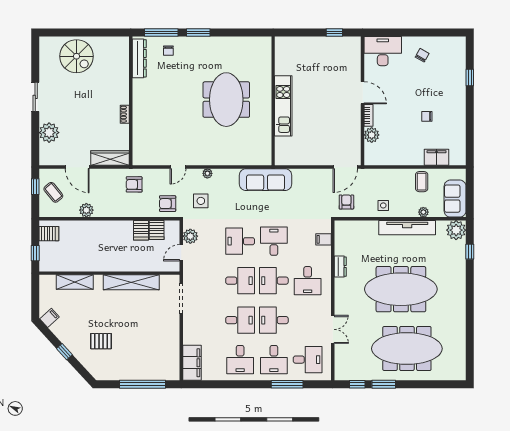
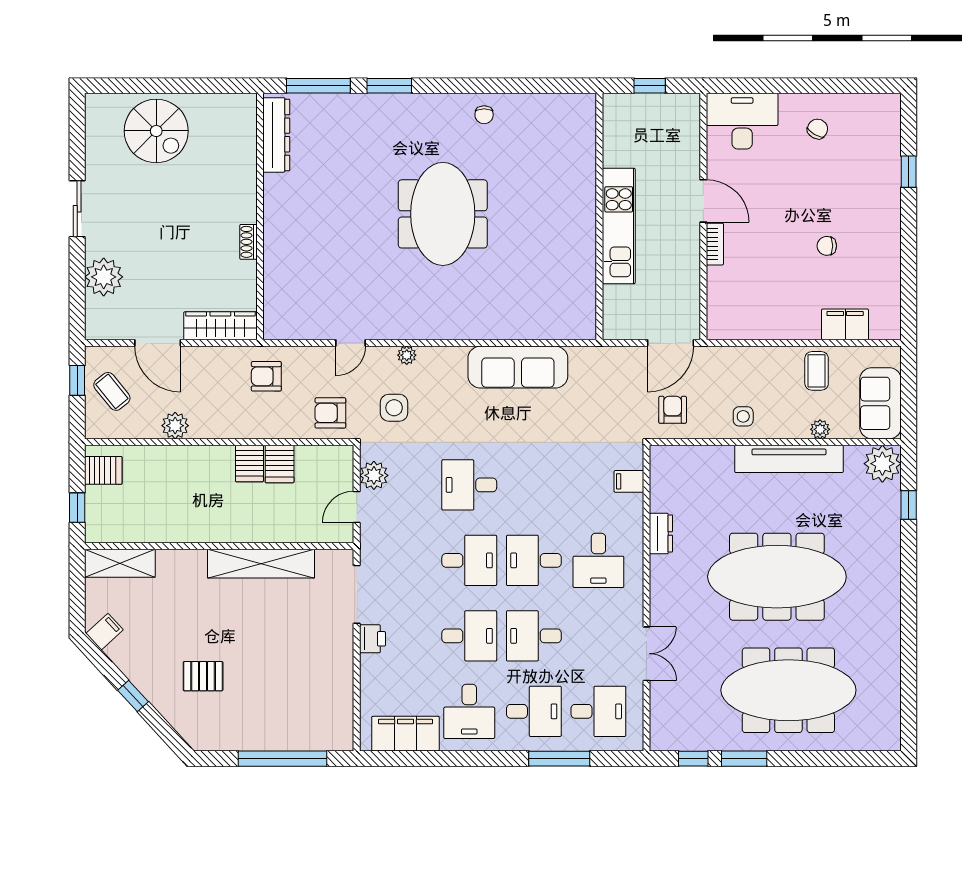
chair: (168, 51) -> (484, 115), moved
wall: (273, 101) -> (599, 217), moved
kitchen unit: (283, 106) -> (619, 226), moved
plant: (372, 135) -> (721, 282), removed
server rack: (157, 230) -> (249, 463), moved
desk: (274, 241) -> (534, 485), removed
shelving: (75, 282) -> (120, 563), moved
printer: (190, 322) -> (372, 639), added
desk: (274, 360) -> (534, 711), turned -90
filing cabinet: (192, 363) -> (405, 734), moved, turned -90

